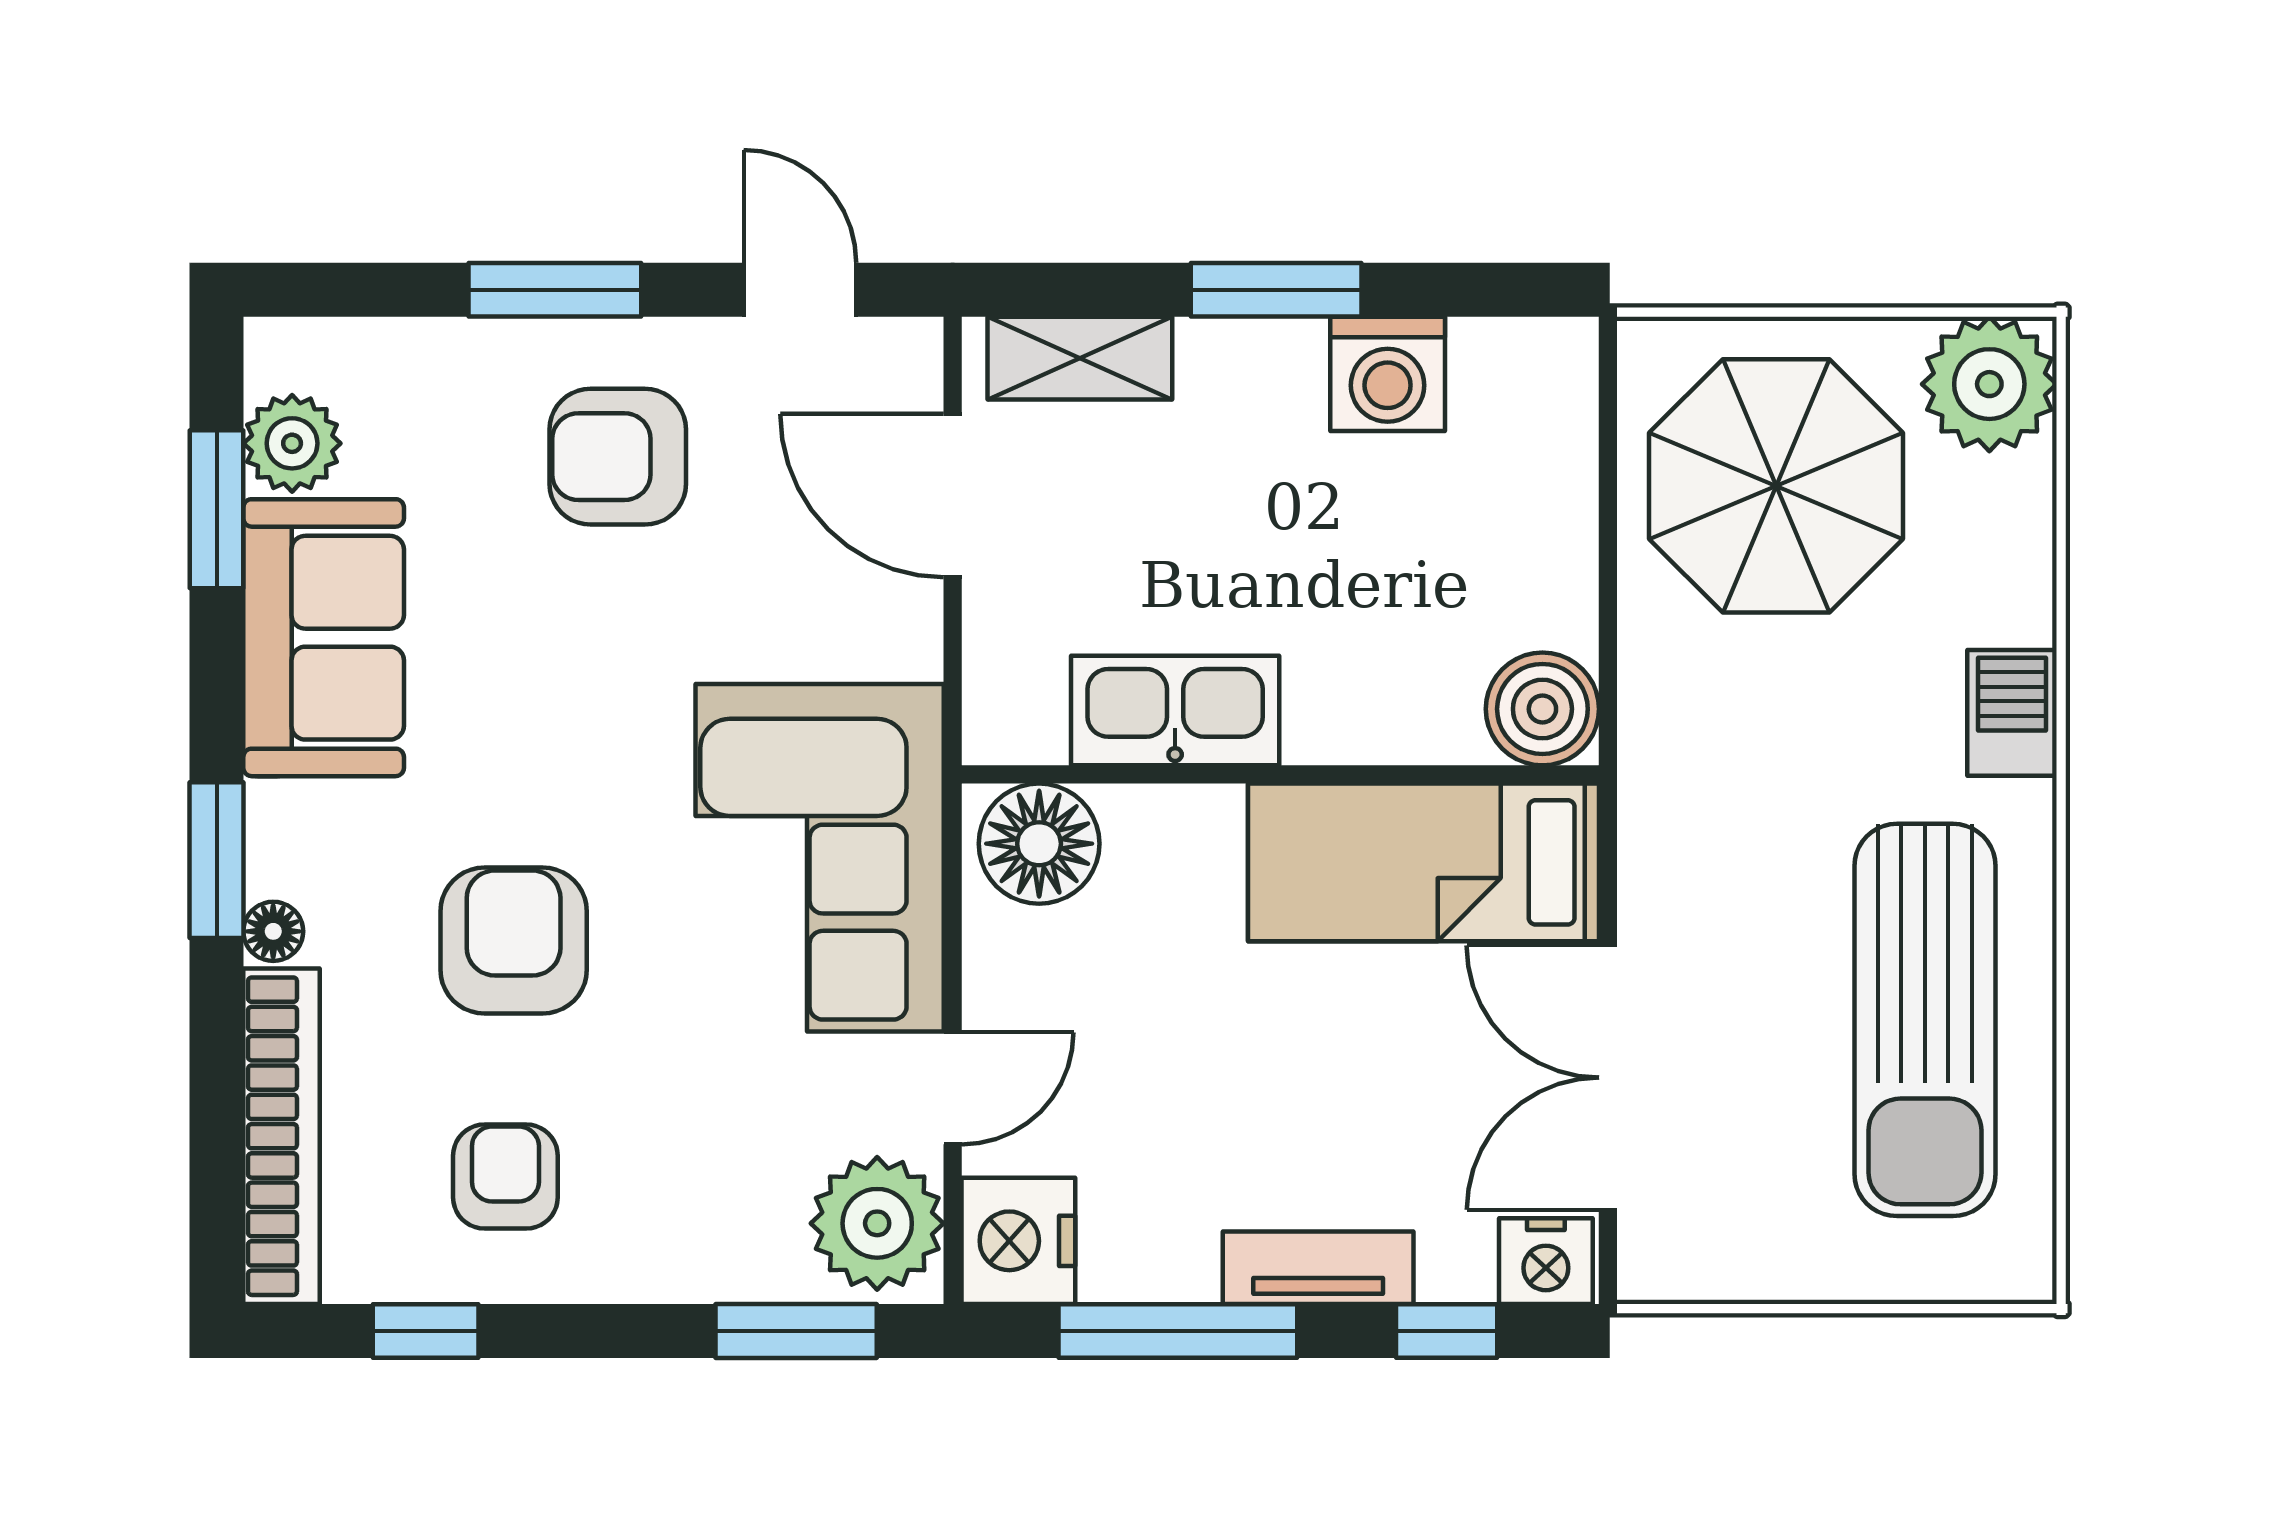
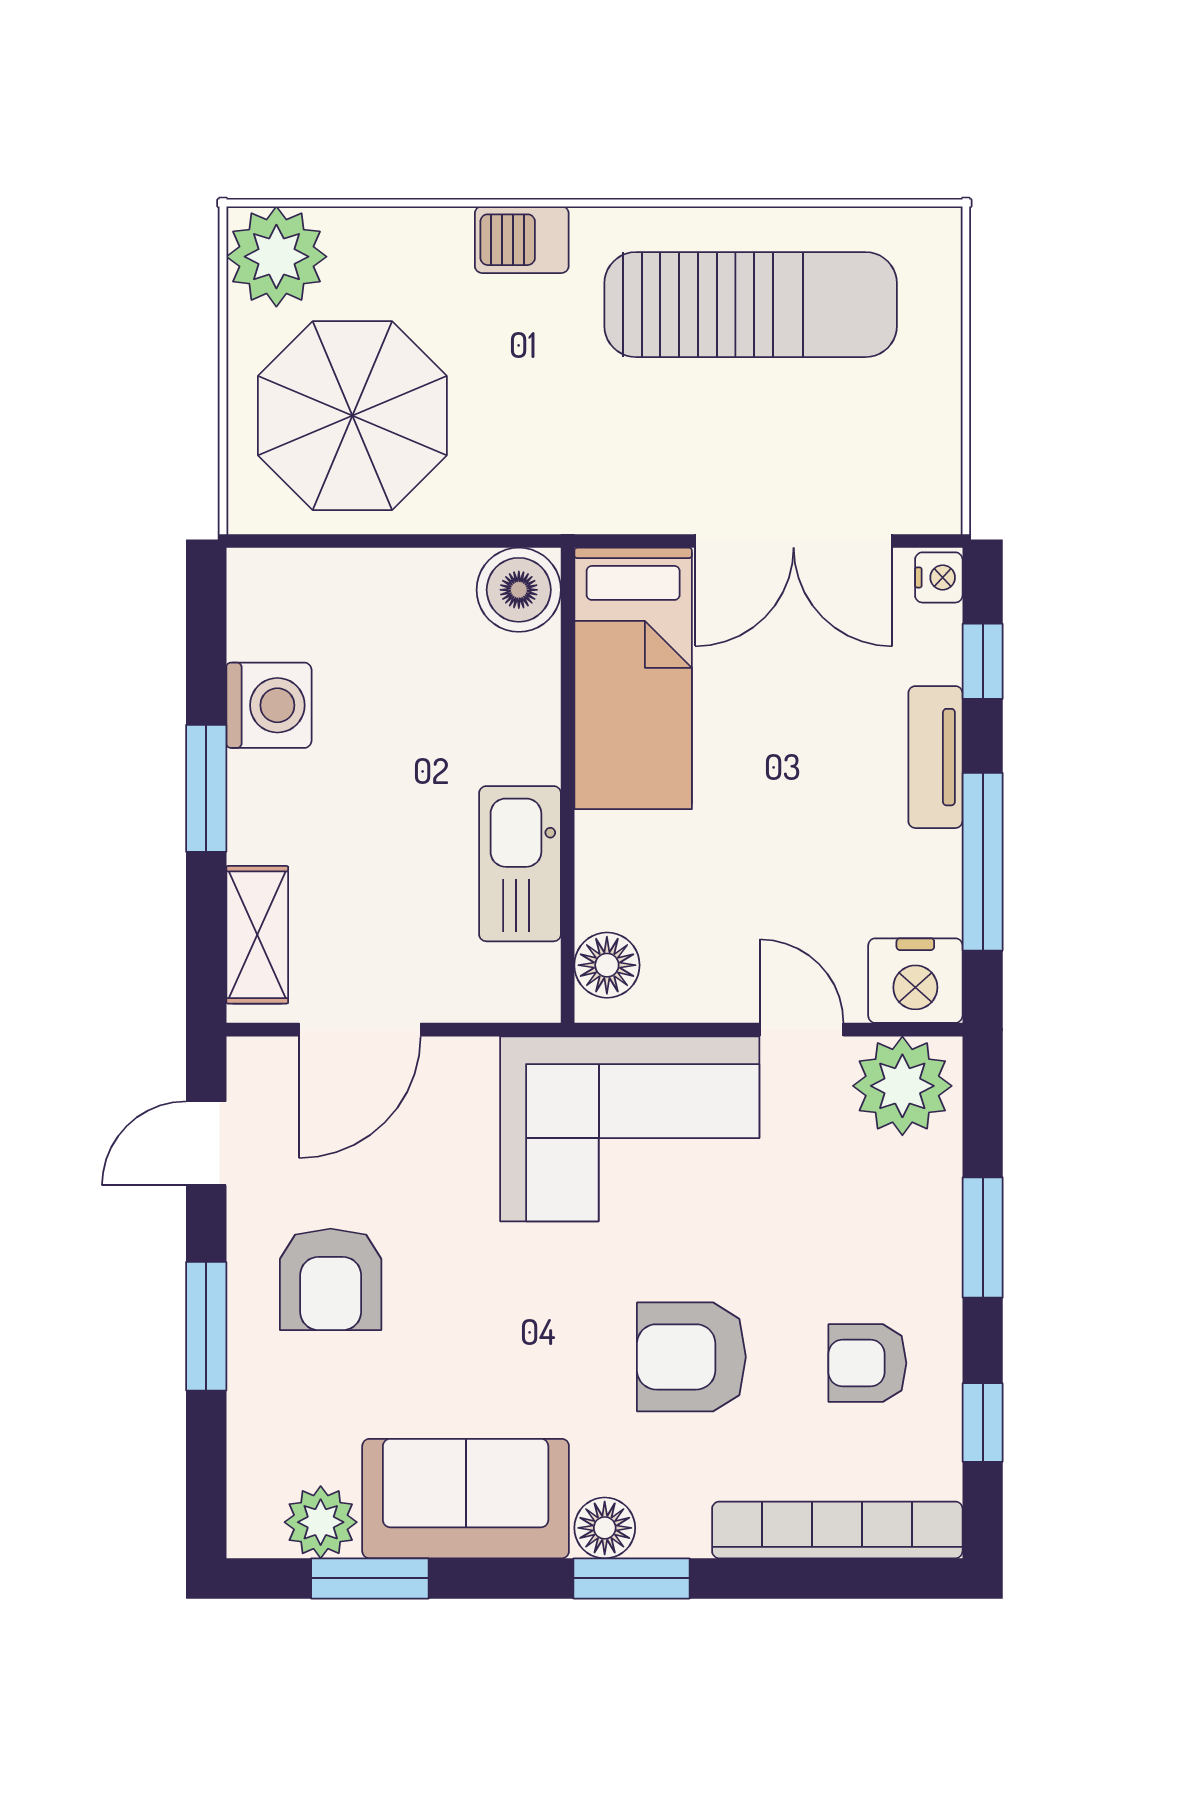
floor lamp: (1039, 844) -> (607, 965), width x0.73, depth x0.73
floor lamp: (273, 931) -> (605, 1528), moved, width x1.37, depth x1.37
nightstand: (1546, 1261) -> (939, 577), width x0.72, depth x0.74
window: (796, 1331) -> (983, 1237), moved

